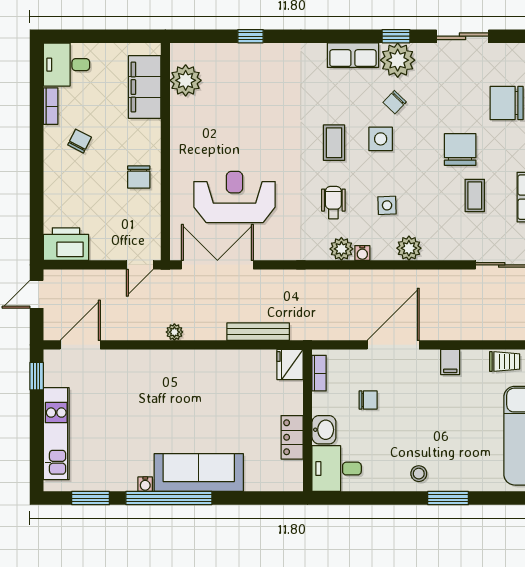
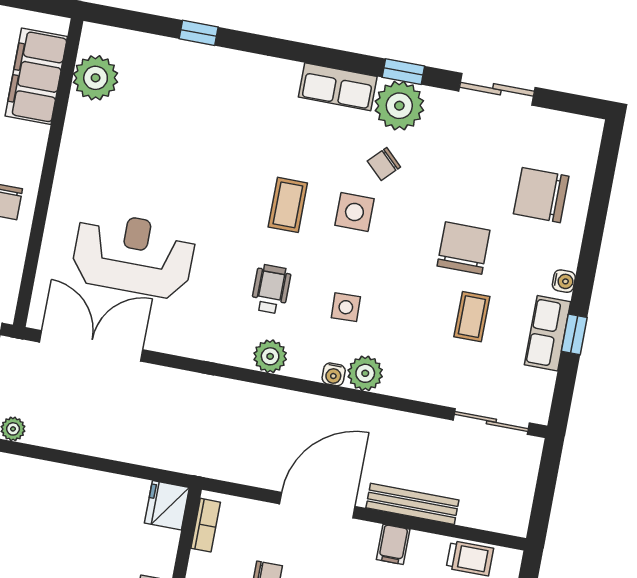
water cooler: (362, 253) -> (334, 374), moved
bench: (258, 332) -> (412, 504), moved

